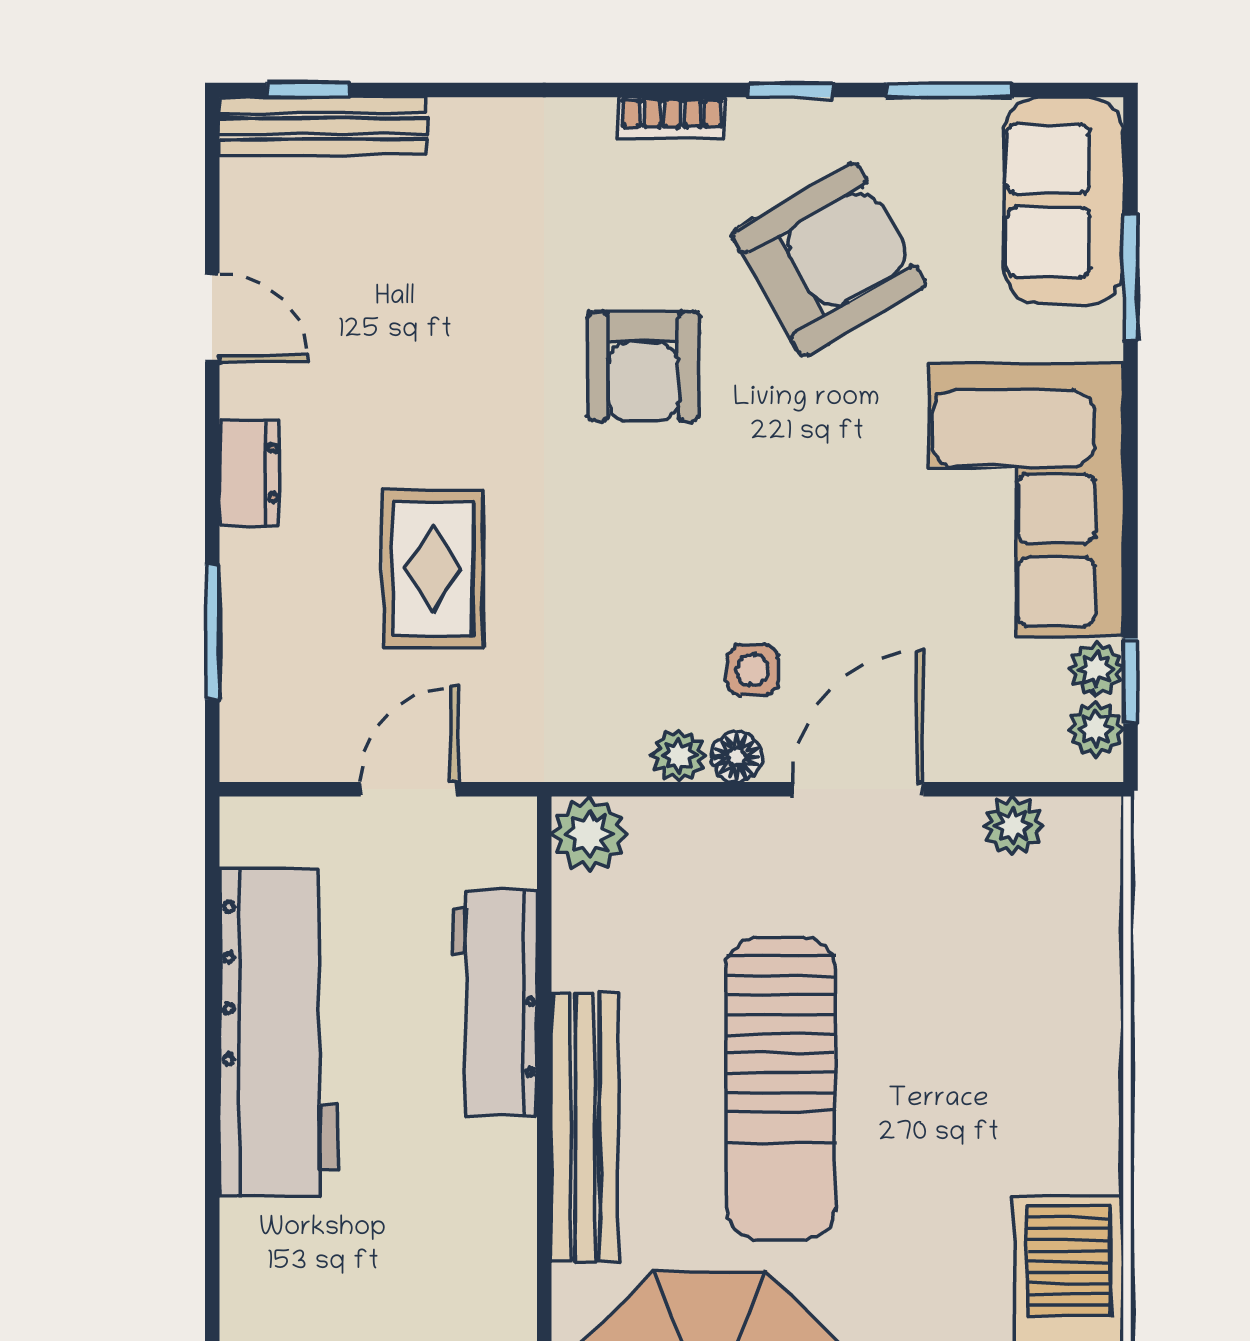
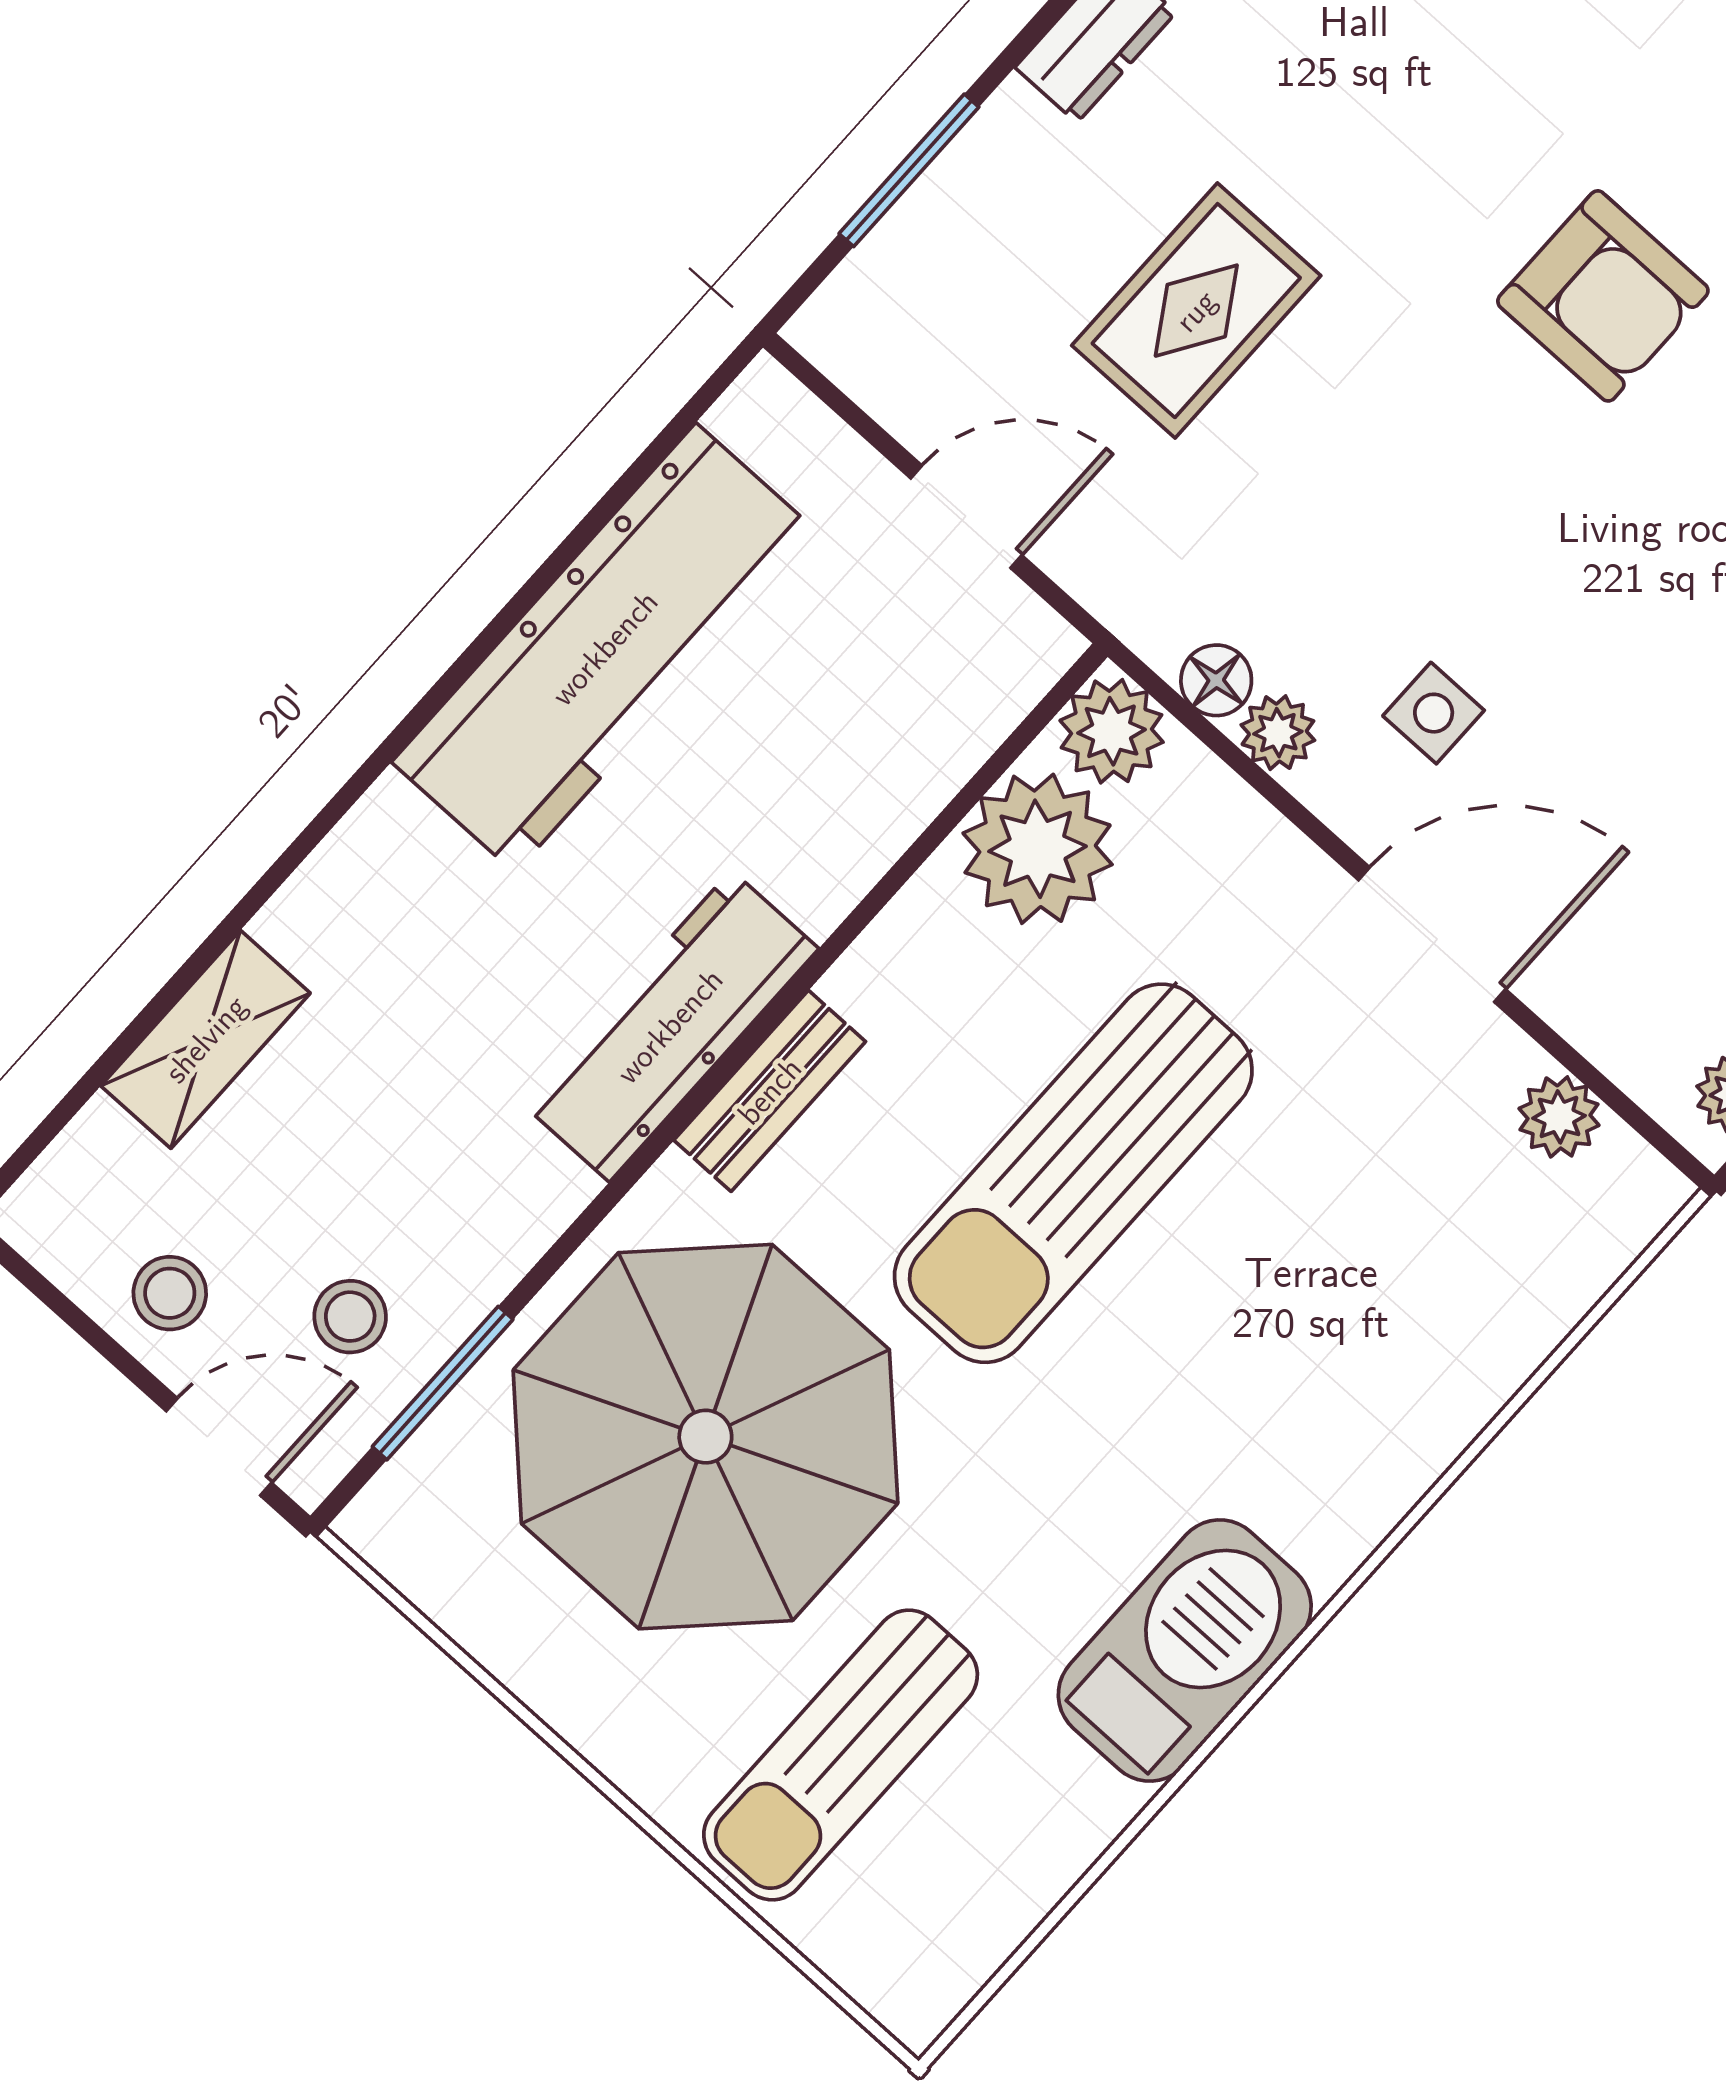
armchair: (643, 366) -> (1603, 296), turned -90
floor lamp: (737, 757) -> (1216, 680), moved
plant: (606, 932) -> (1038, 849), added
workbench: (495, 1003) -> (670, 1026), moved
bench: (585, 1128) -> (770, 1091), width x0.54, depth x0.82

